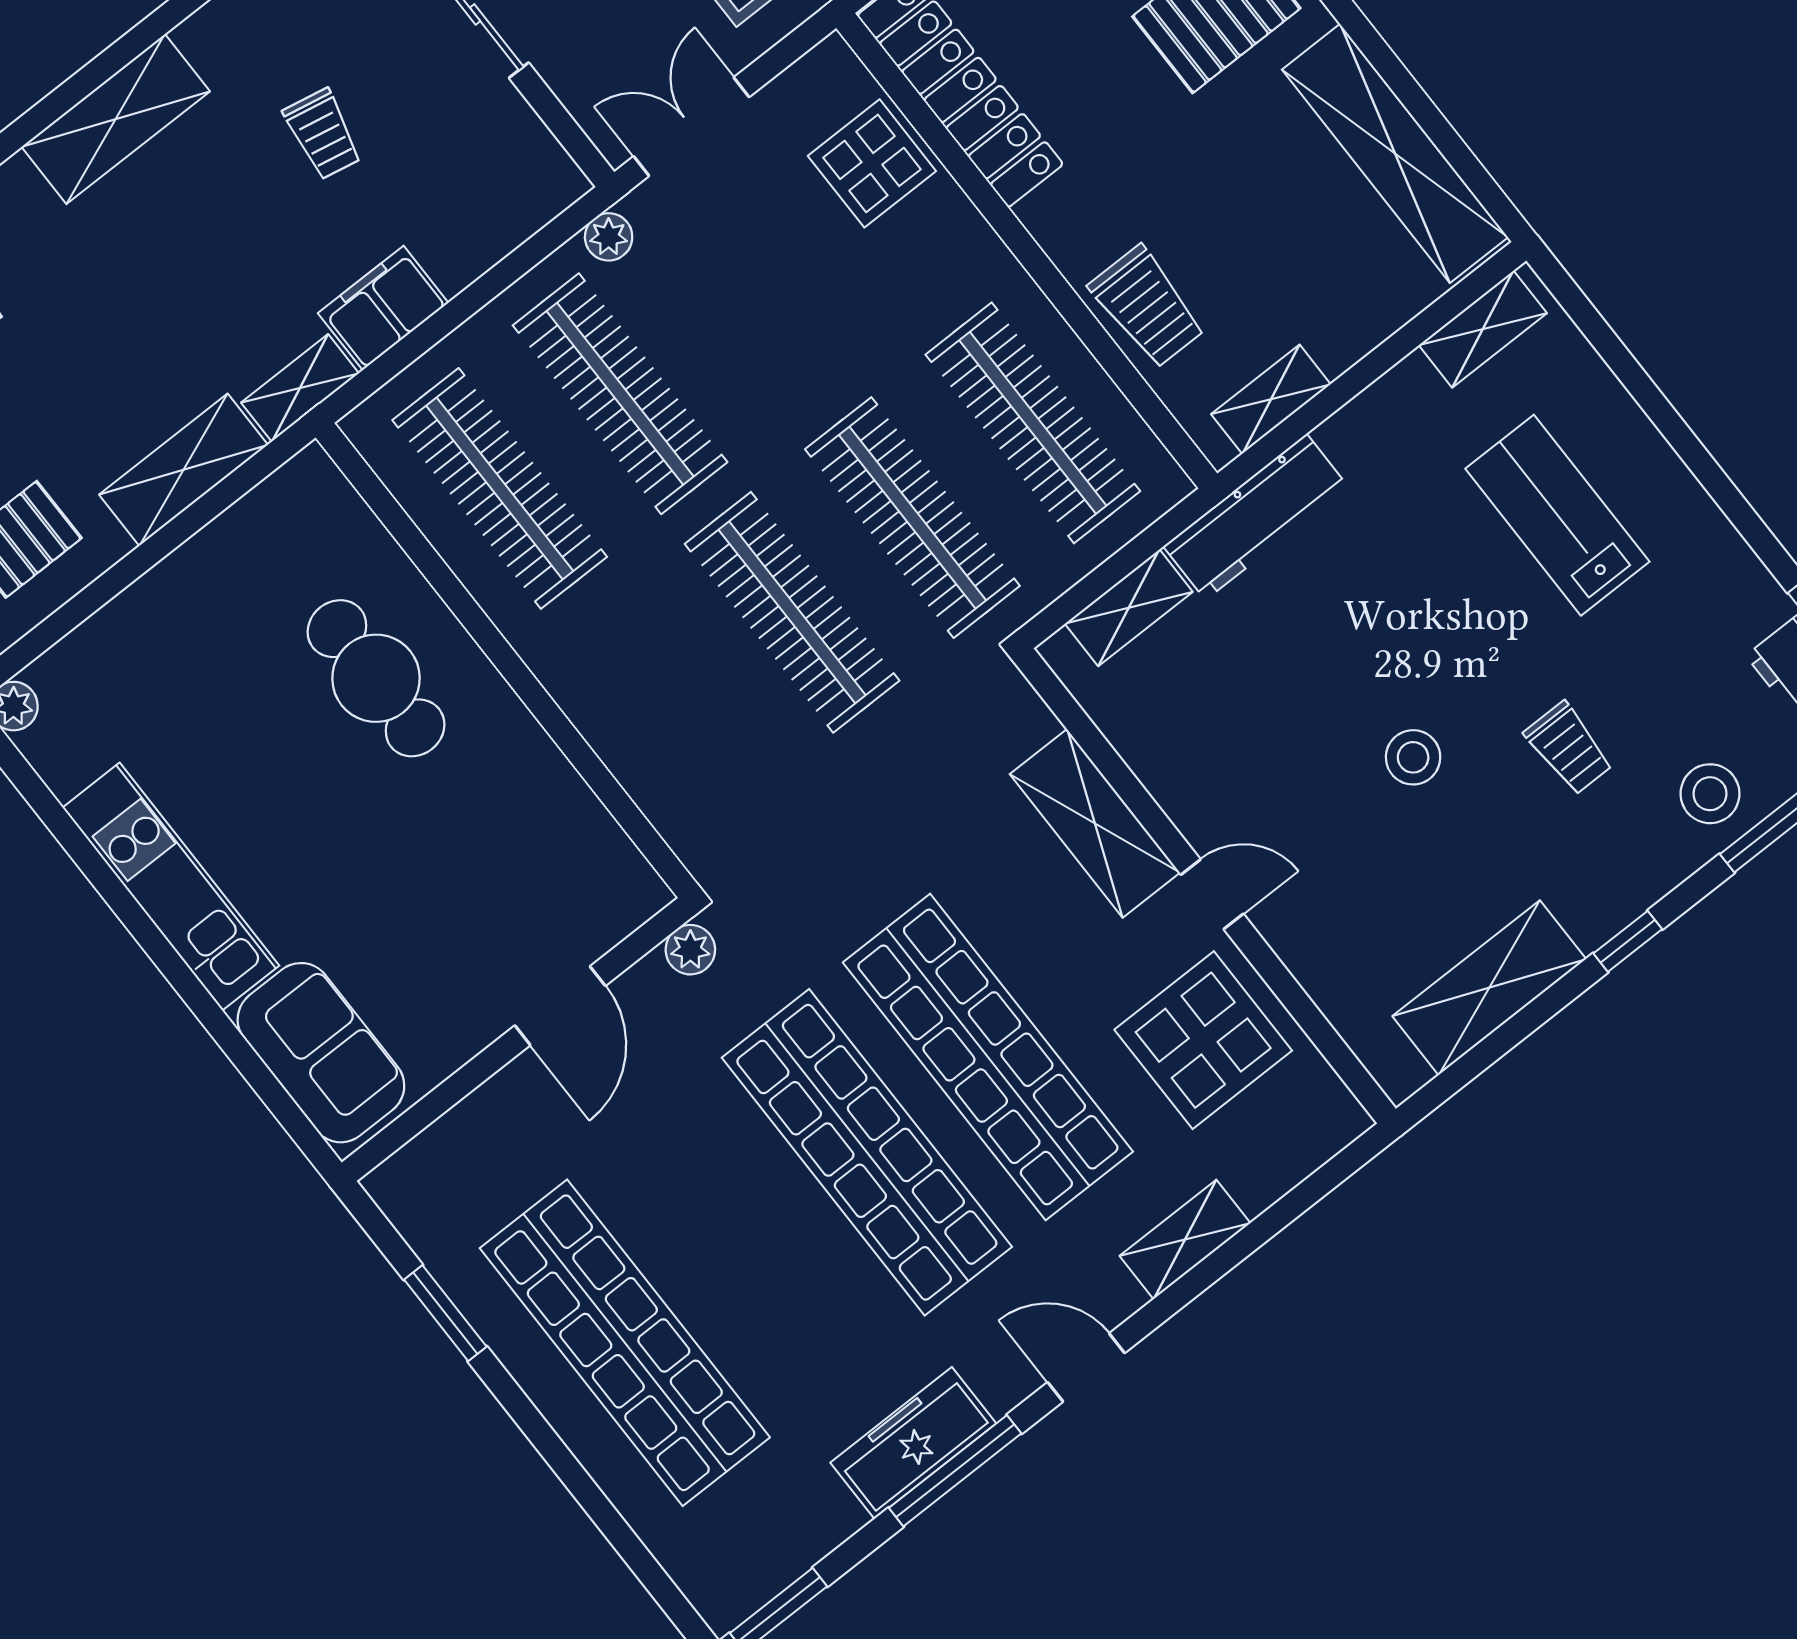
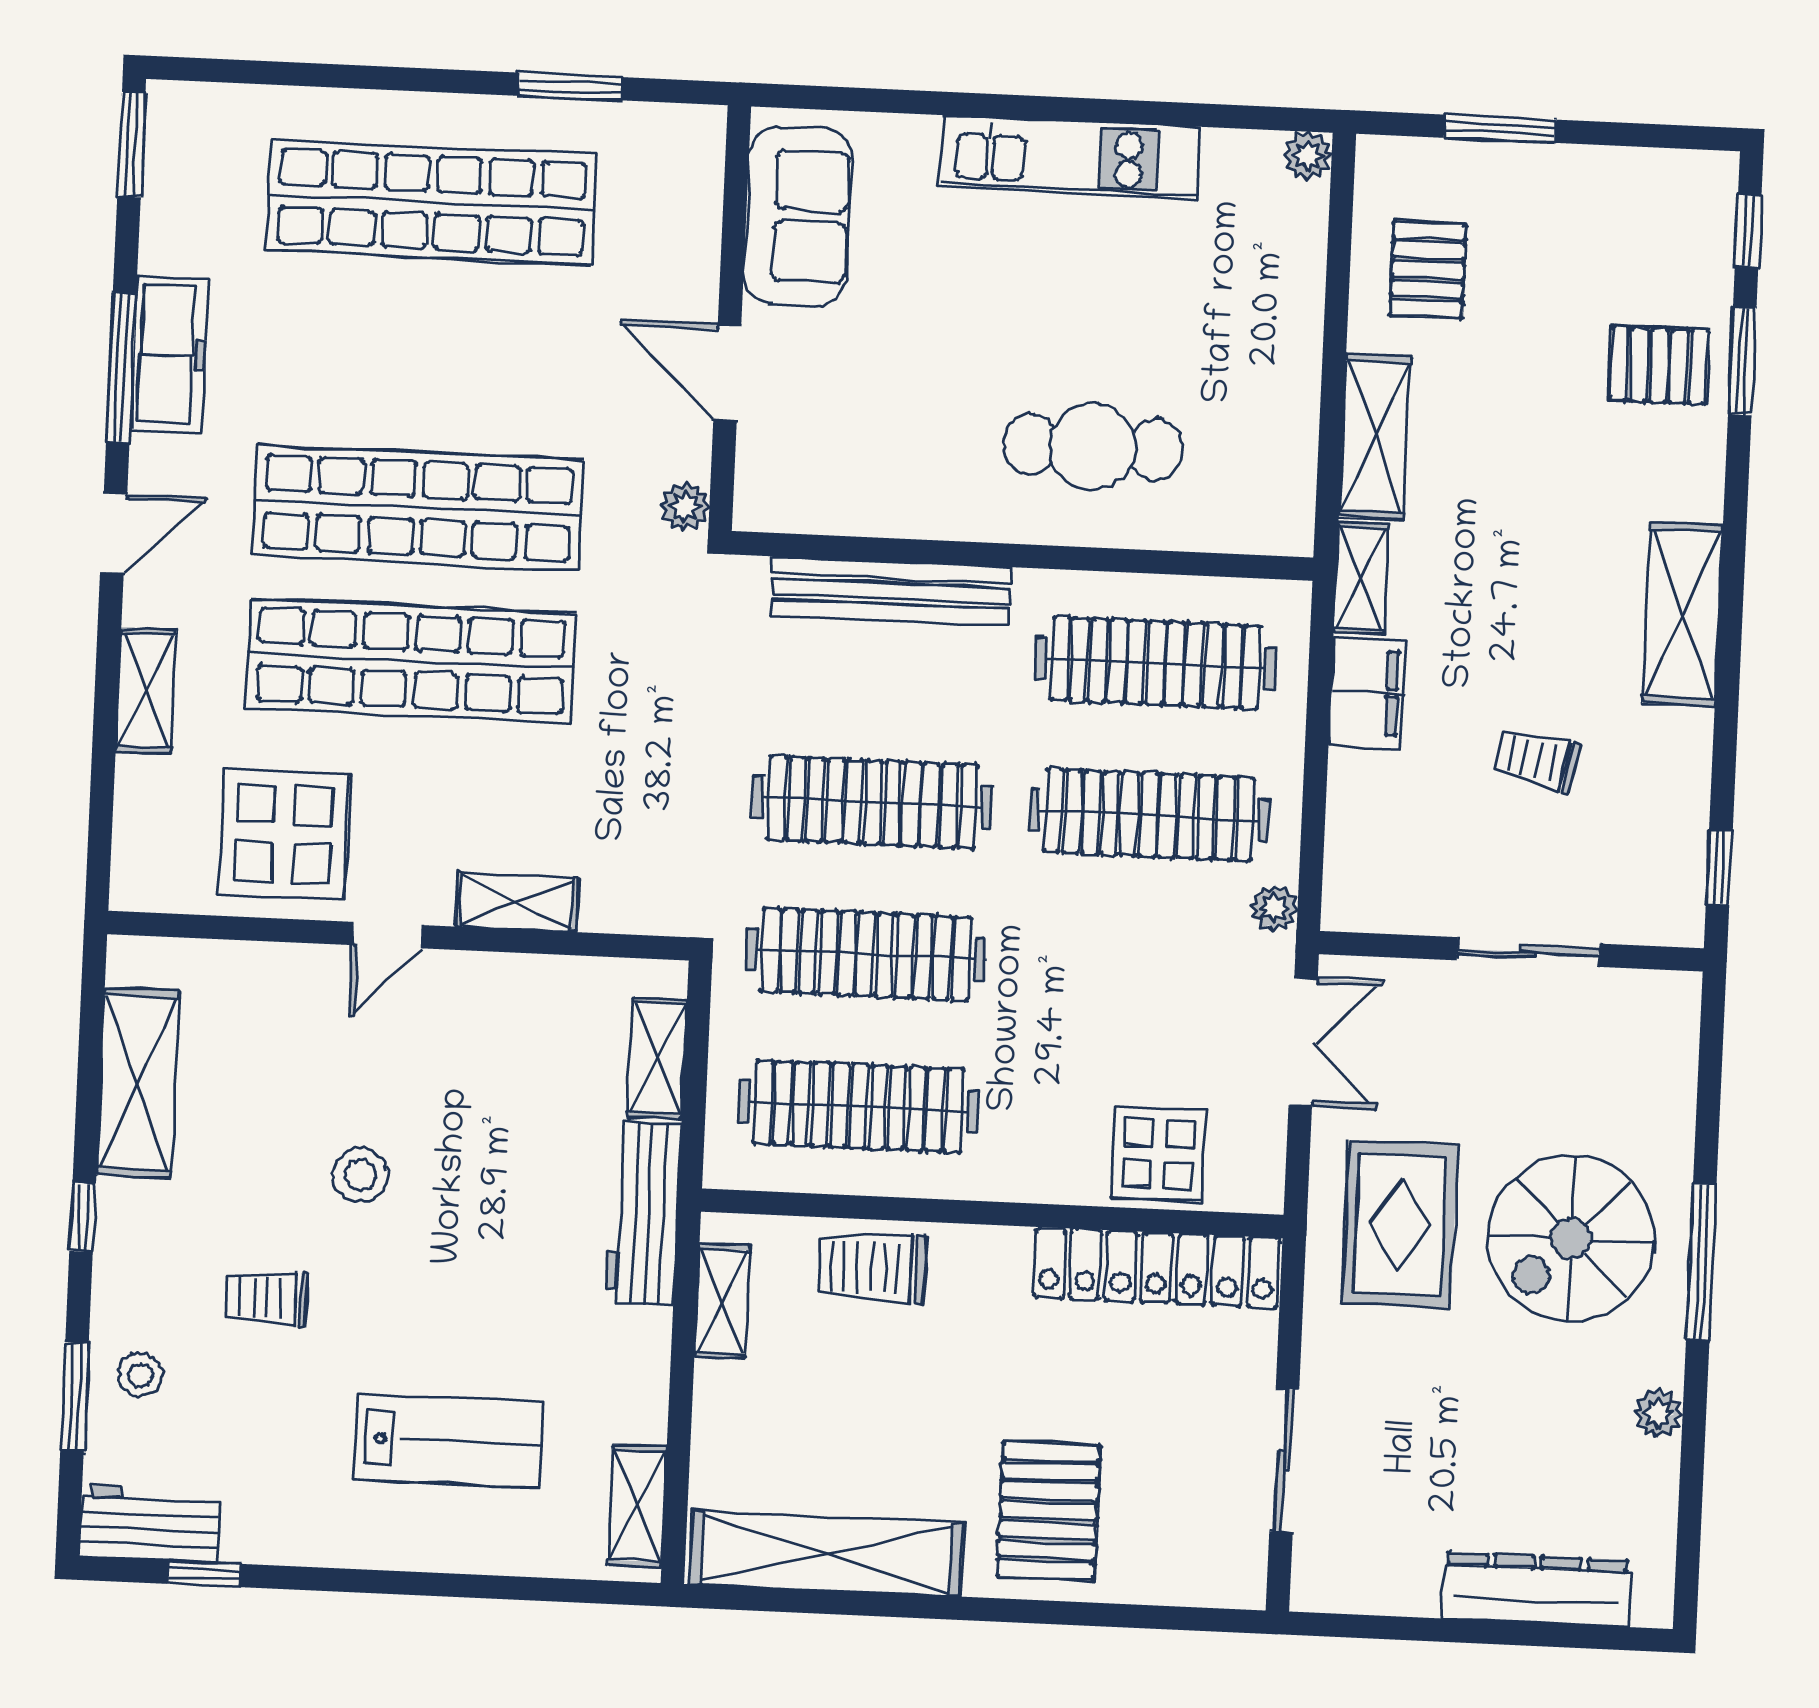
bench: (619, 737) -> (891, 591), added
stool: (1710, 794) -> (140, 1375), width x0.73, depth x0.73
shelving: (1095, 823) -> (517, 902), width x0.67, depth x0.75
sofa: (321, 1053) -> (797, 216), moved, turned -90

